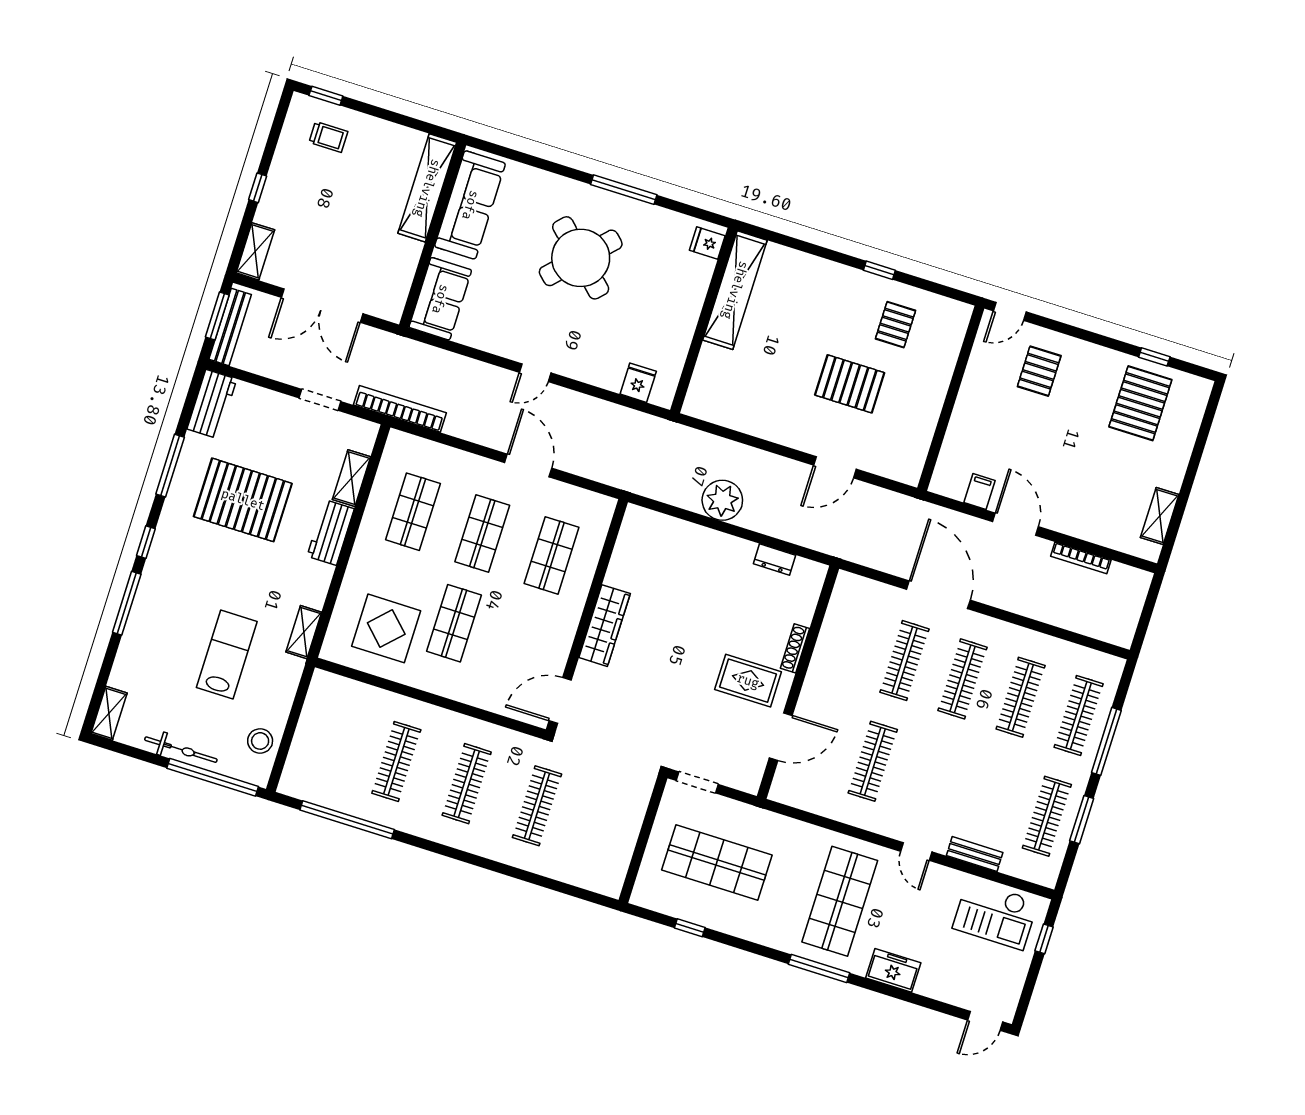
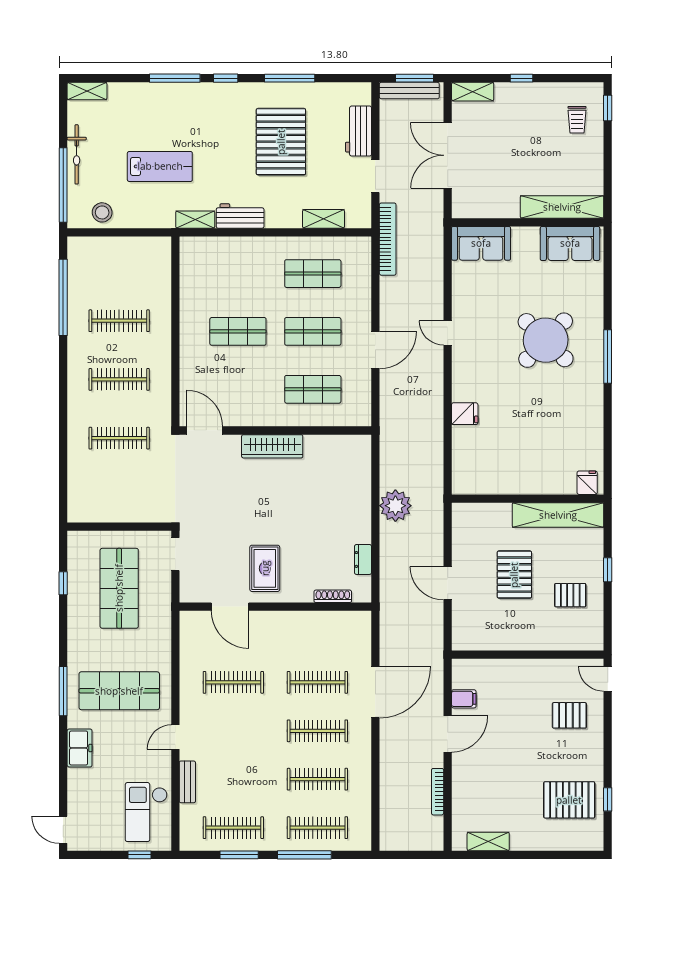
sofa: (470, 205) -> (570, 243), width x0.73
fridge: (707, 243) -> (587, 483), moved
shelving: (735, 290) -> (558, 515), moved
wall: (704, 320) -> (528, 499), moved
workbench: (212, 404) -> (359, 131), moved, turned 90
workbench: (331, 533) -> (240, 216), moved
display table: (386, 628) -> (218, 281), removed
shoe rack: (795, 648) -> (333, 596), moved

